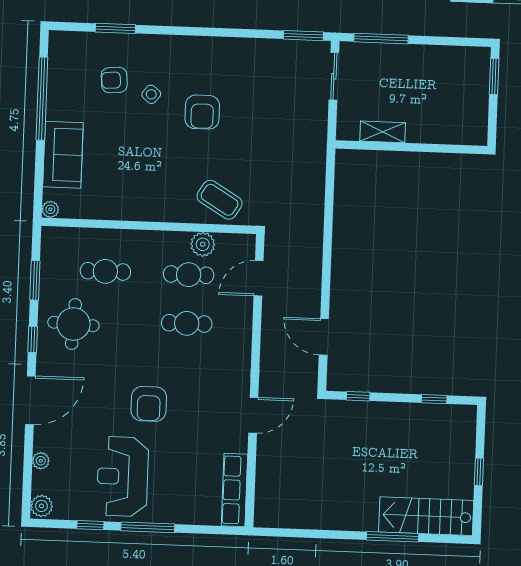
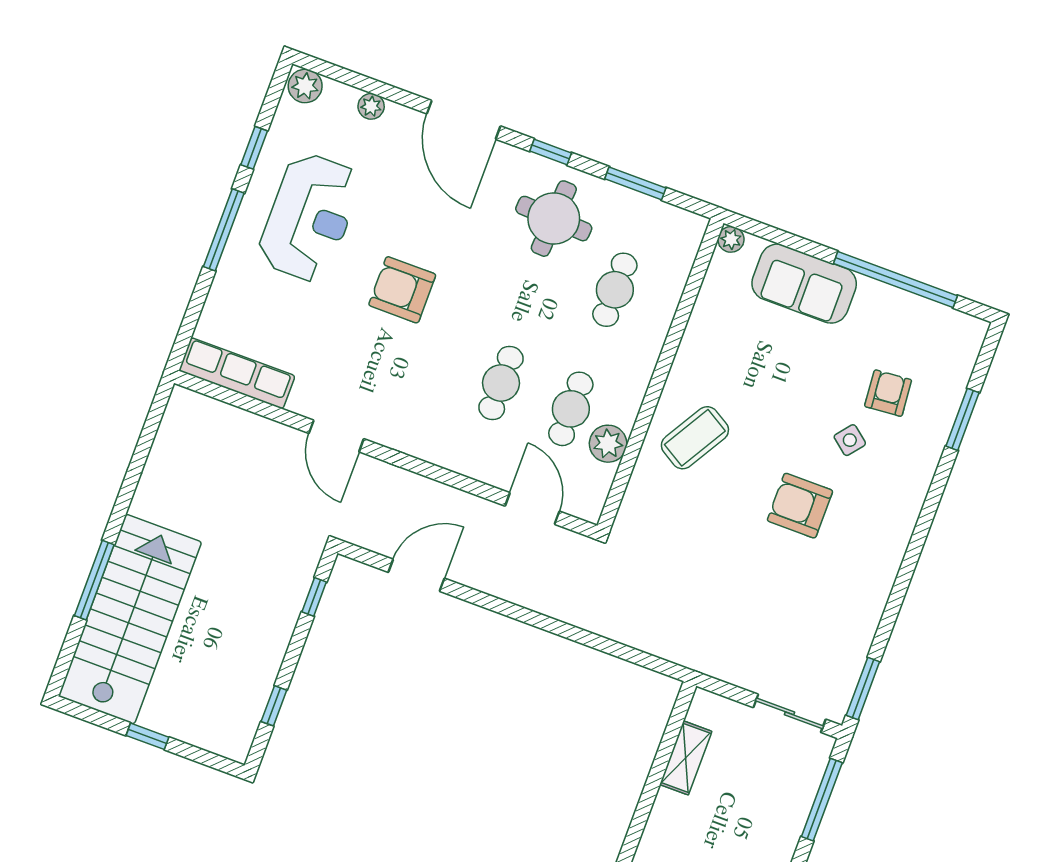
coffee table: (220, 200) -> (695, 438), moved
reception desk: (123, 477) -> (309, 217), turned 90
stairs: (426, 516) -> (130, 619), width x1.36, depth x1.51

